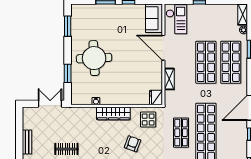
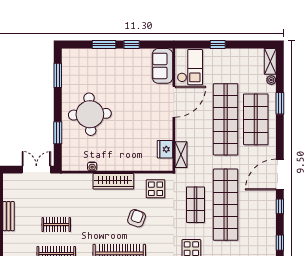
door: (163, 48) -> (174, 102), swing flipped
shop shelf: (206, 62) -> (226, 119), width x1.40
shelving: (169, 79) -> (181, 155), moved
fridge: (156, 97) -> (165, 149), moved

